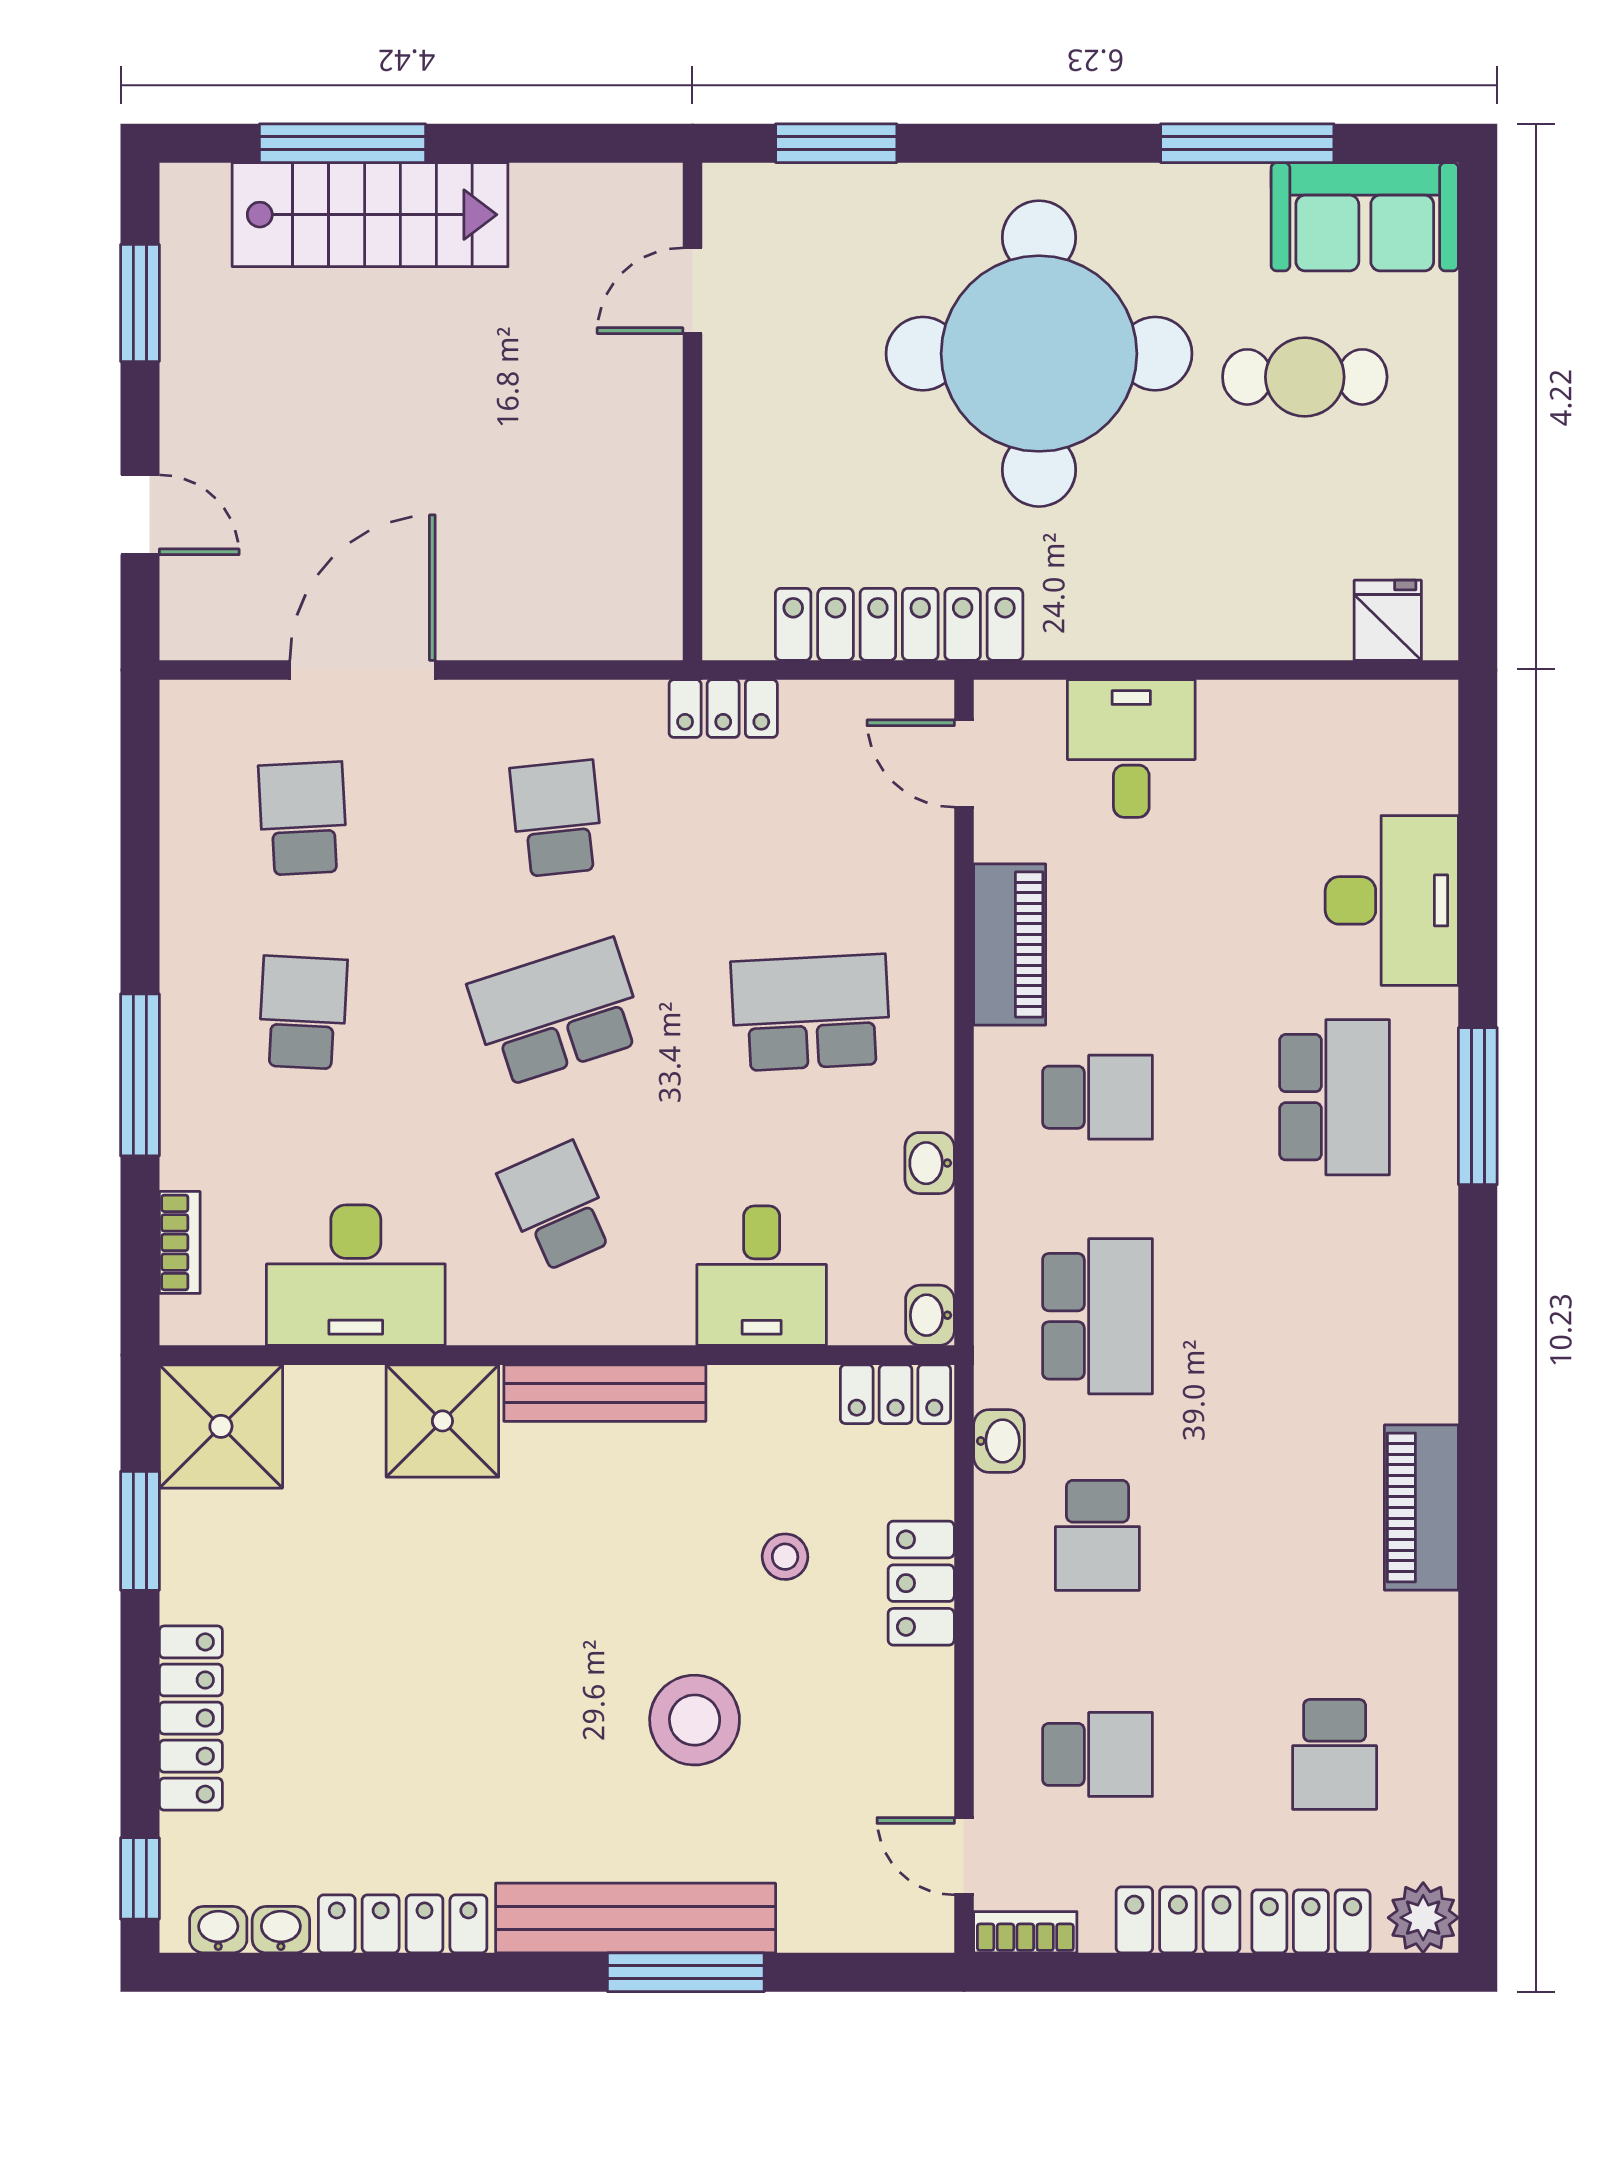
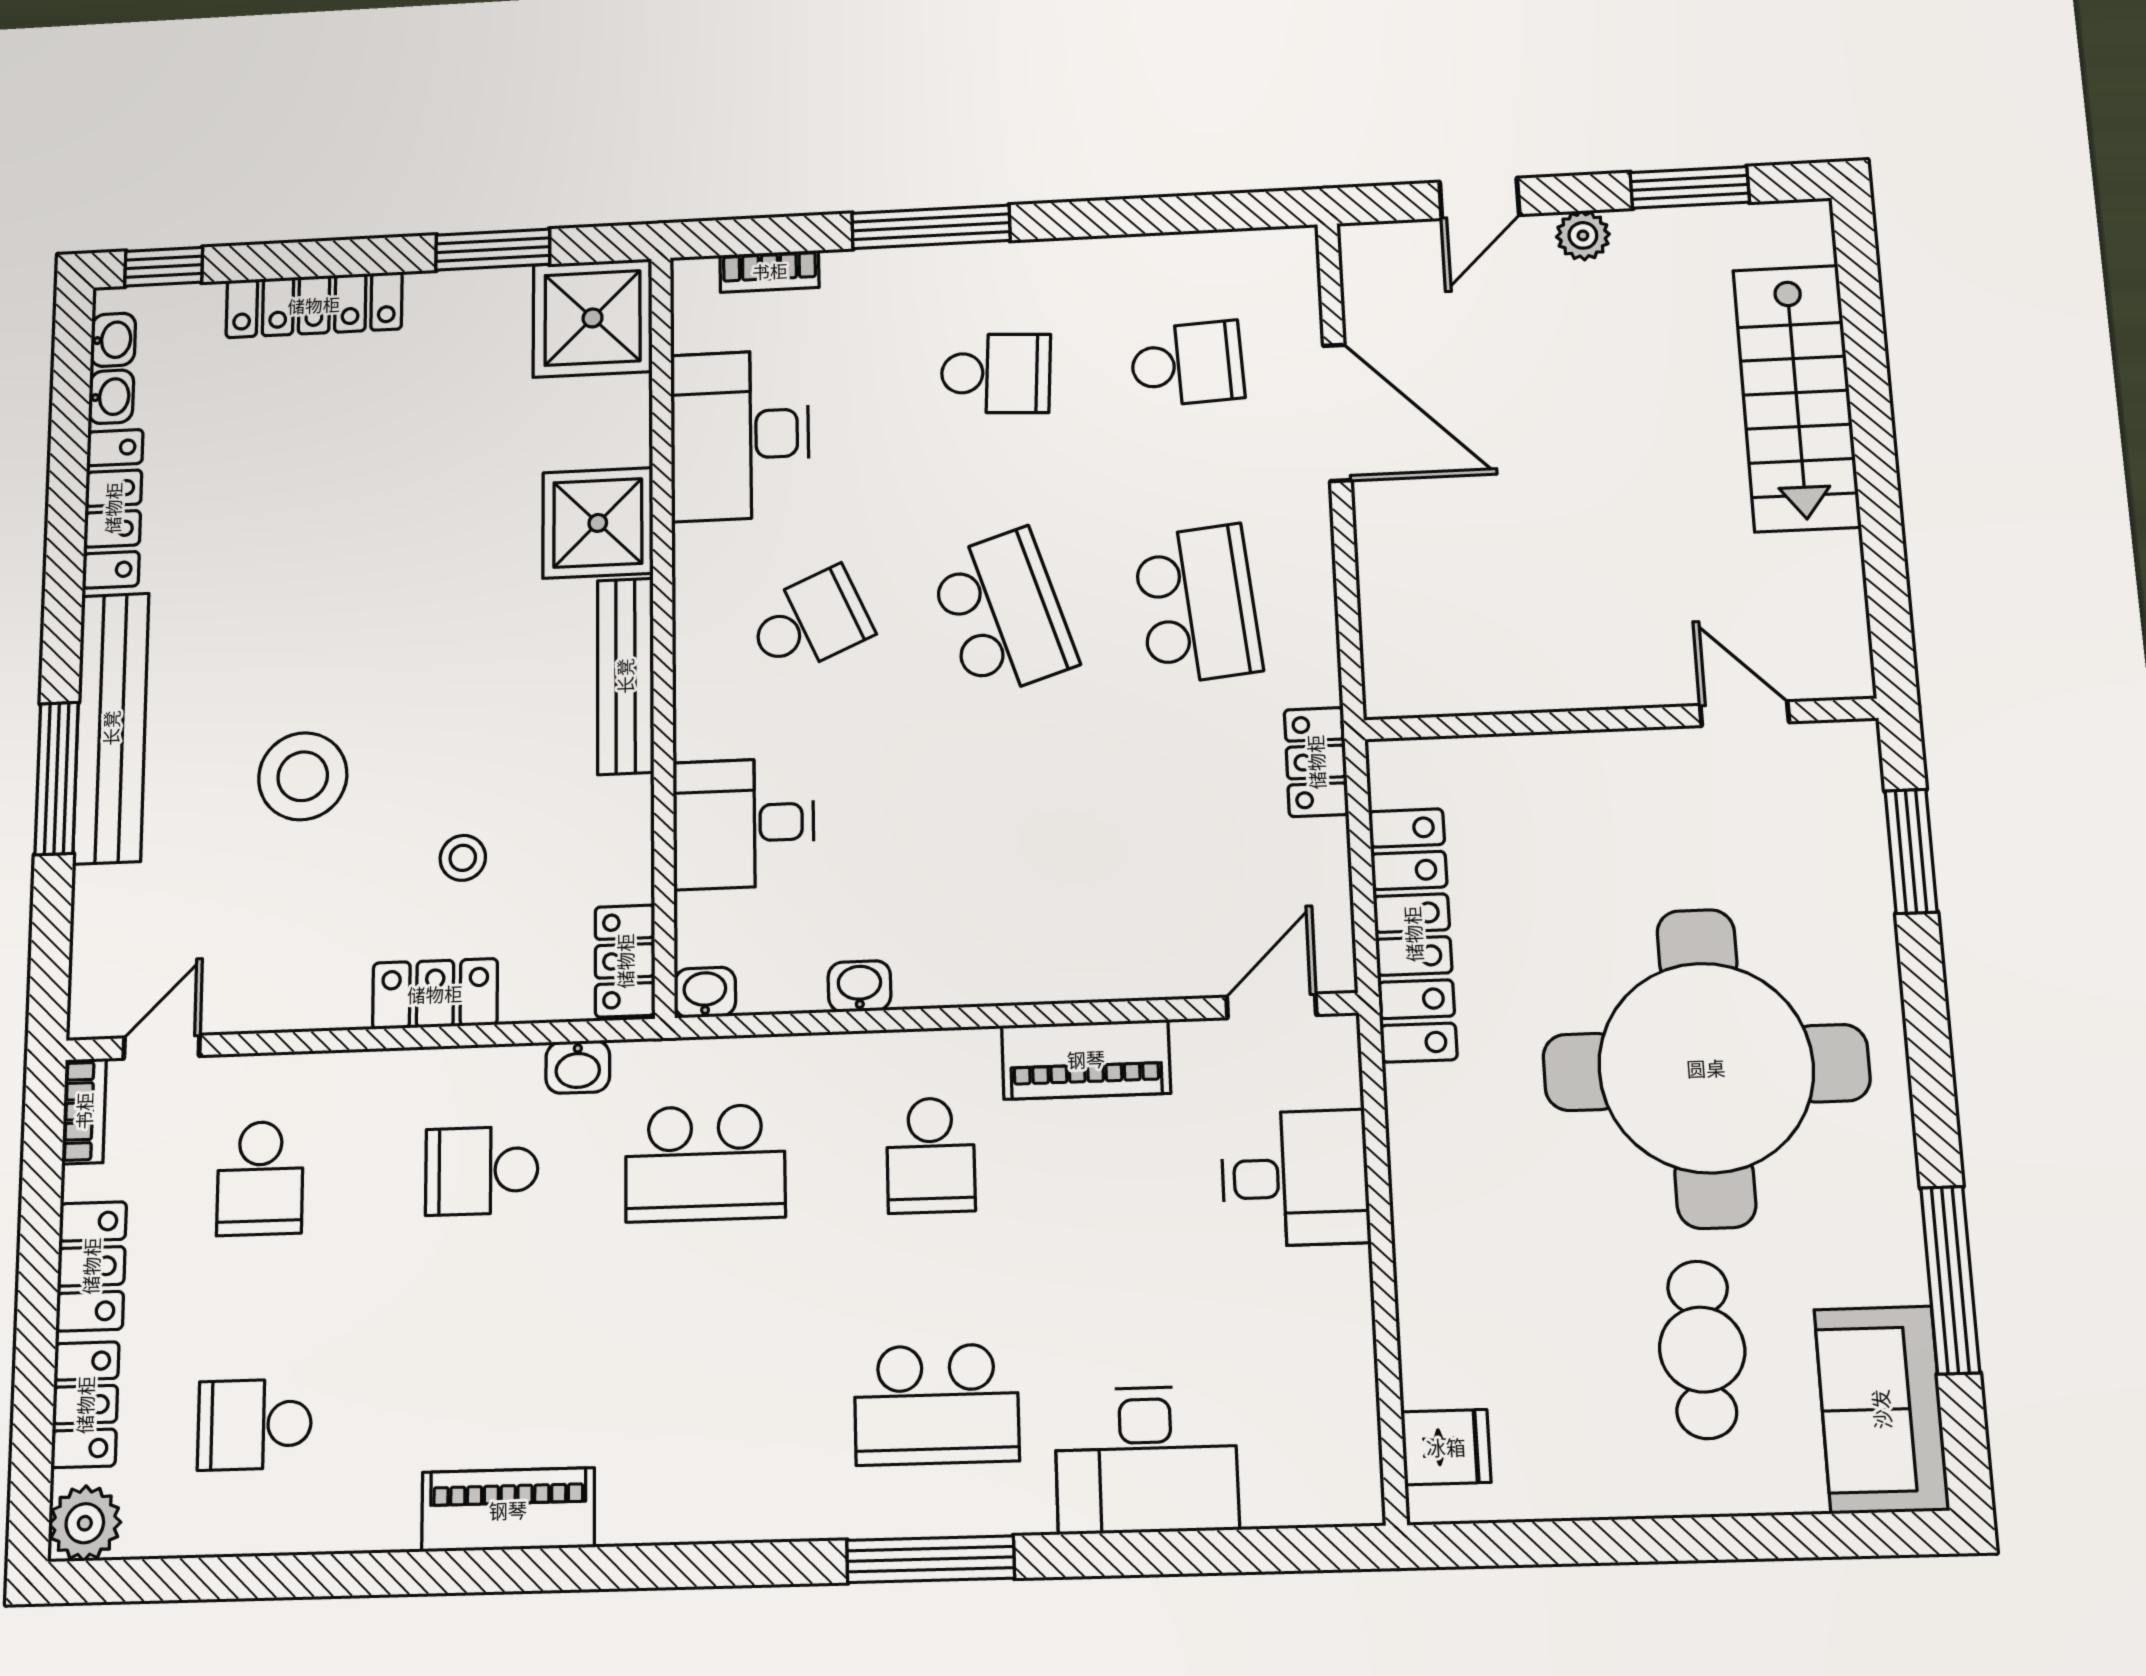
window: (343, 143) -> (1867, 368), removed
plant: (186, 413) -> (1583, 235), added
school desk: (557, 818) -> (1197, 604), width x1.85
school desk: (811, 1013) -> (1010, 861), removed

